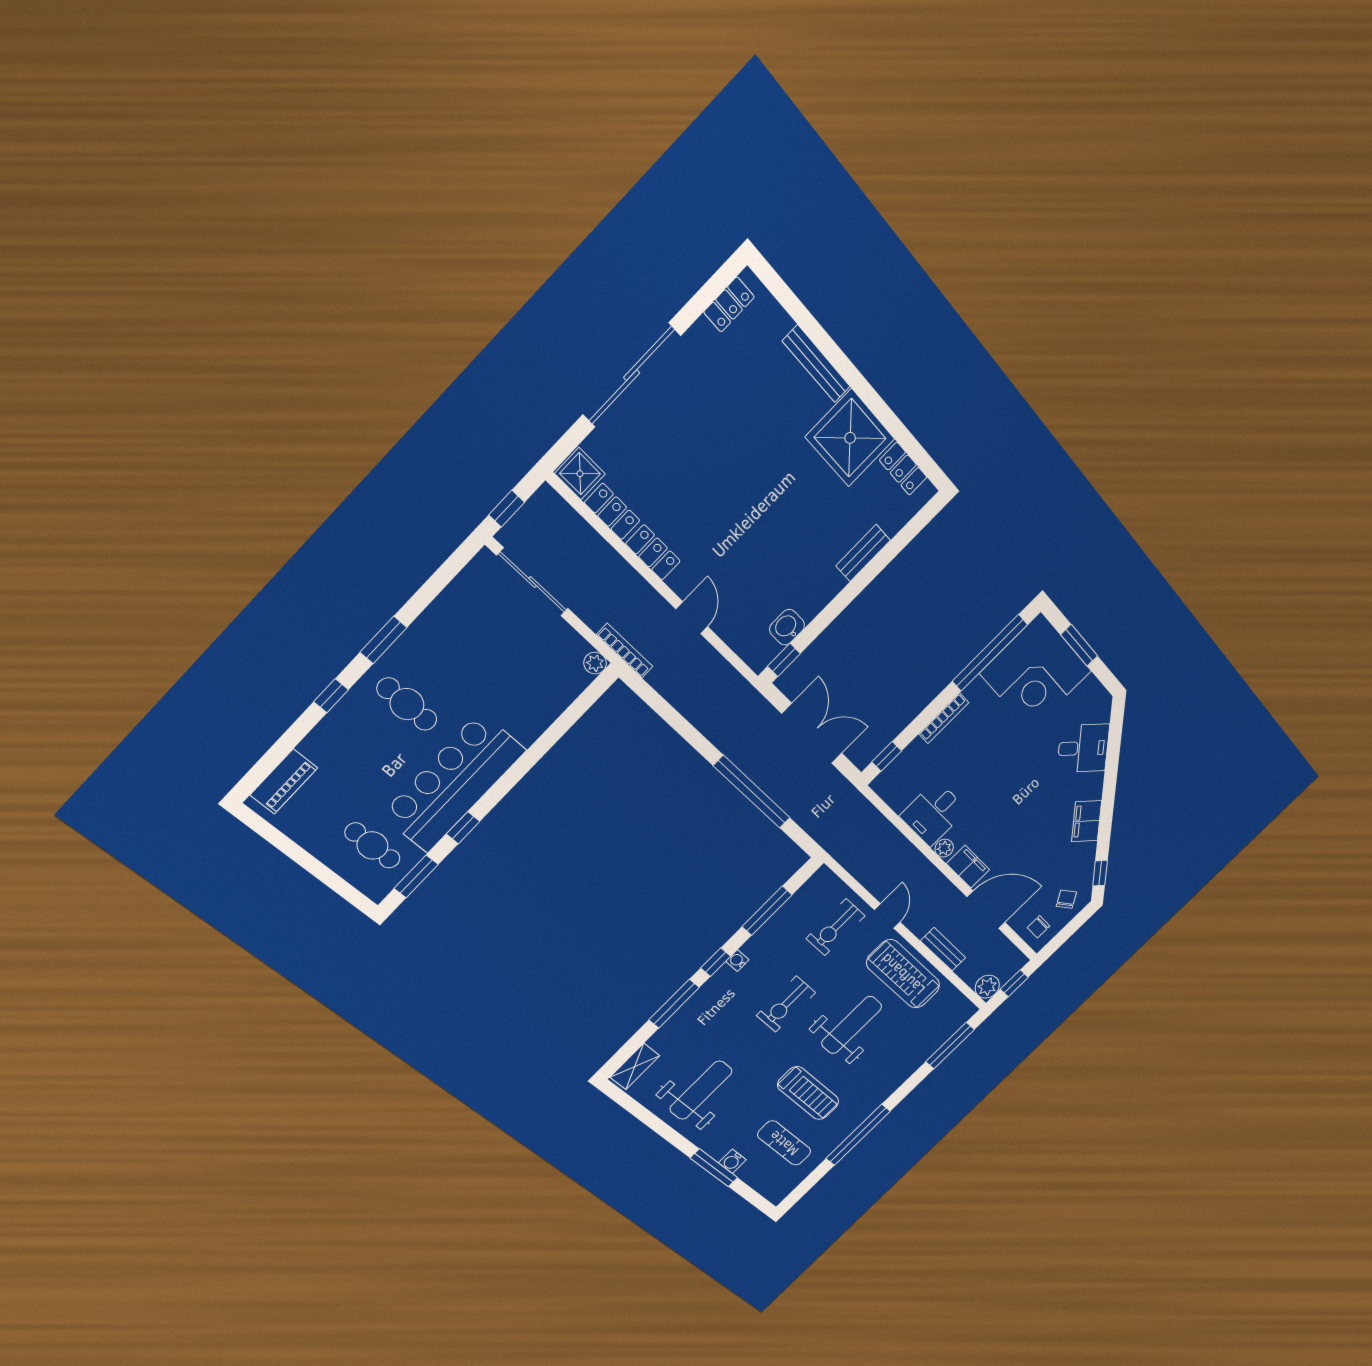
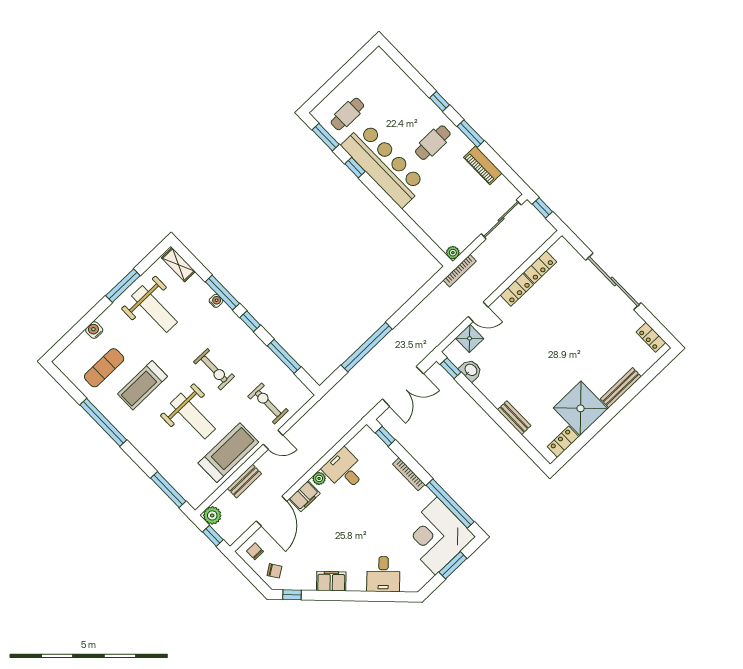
shower: (580, 474) -> (470, 338), moved
piano: (284, 782) -> (483, 165), moved
water cooler: (737, 961) -> (216, 301), moved
exercise bike: (786, 1004) -> (214, 369), turned 180
window: (714, 1168) -> (123, 286), moved

